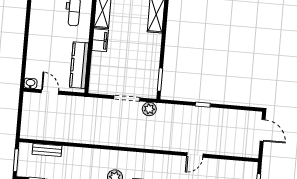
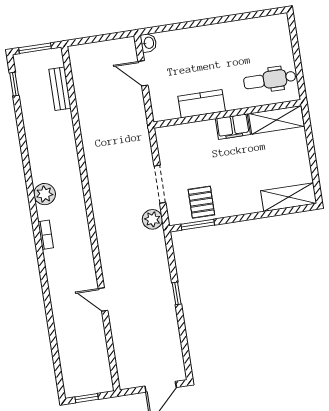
kitchen counter: (79, 65) -> (202, 104), width x0.67
pallet: (146, 74) -> (201, 202), added
door: (50, 92) -> (143, 73), swing flipped

